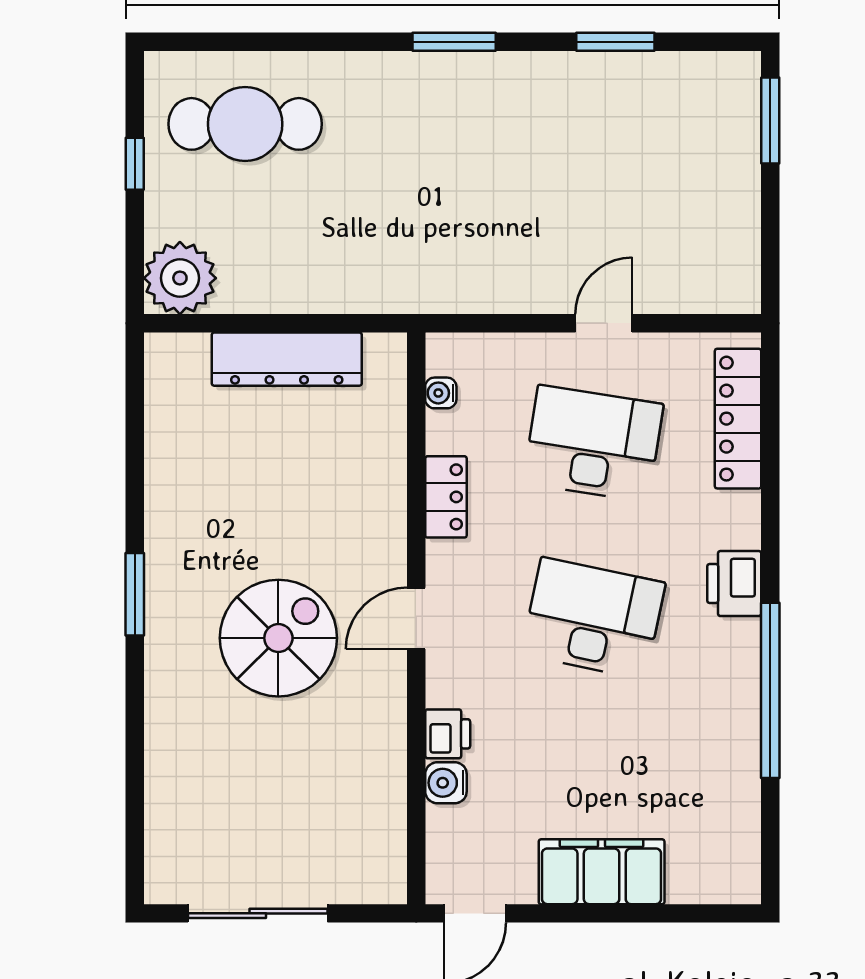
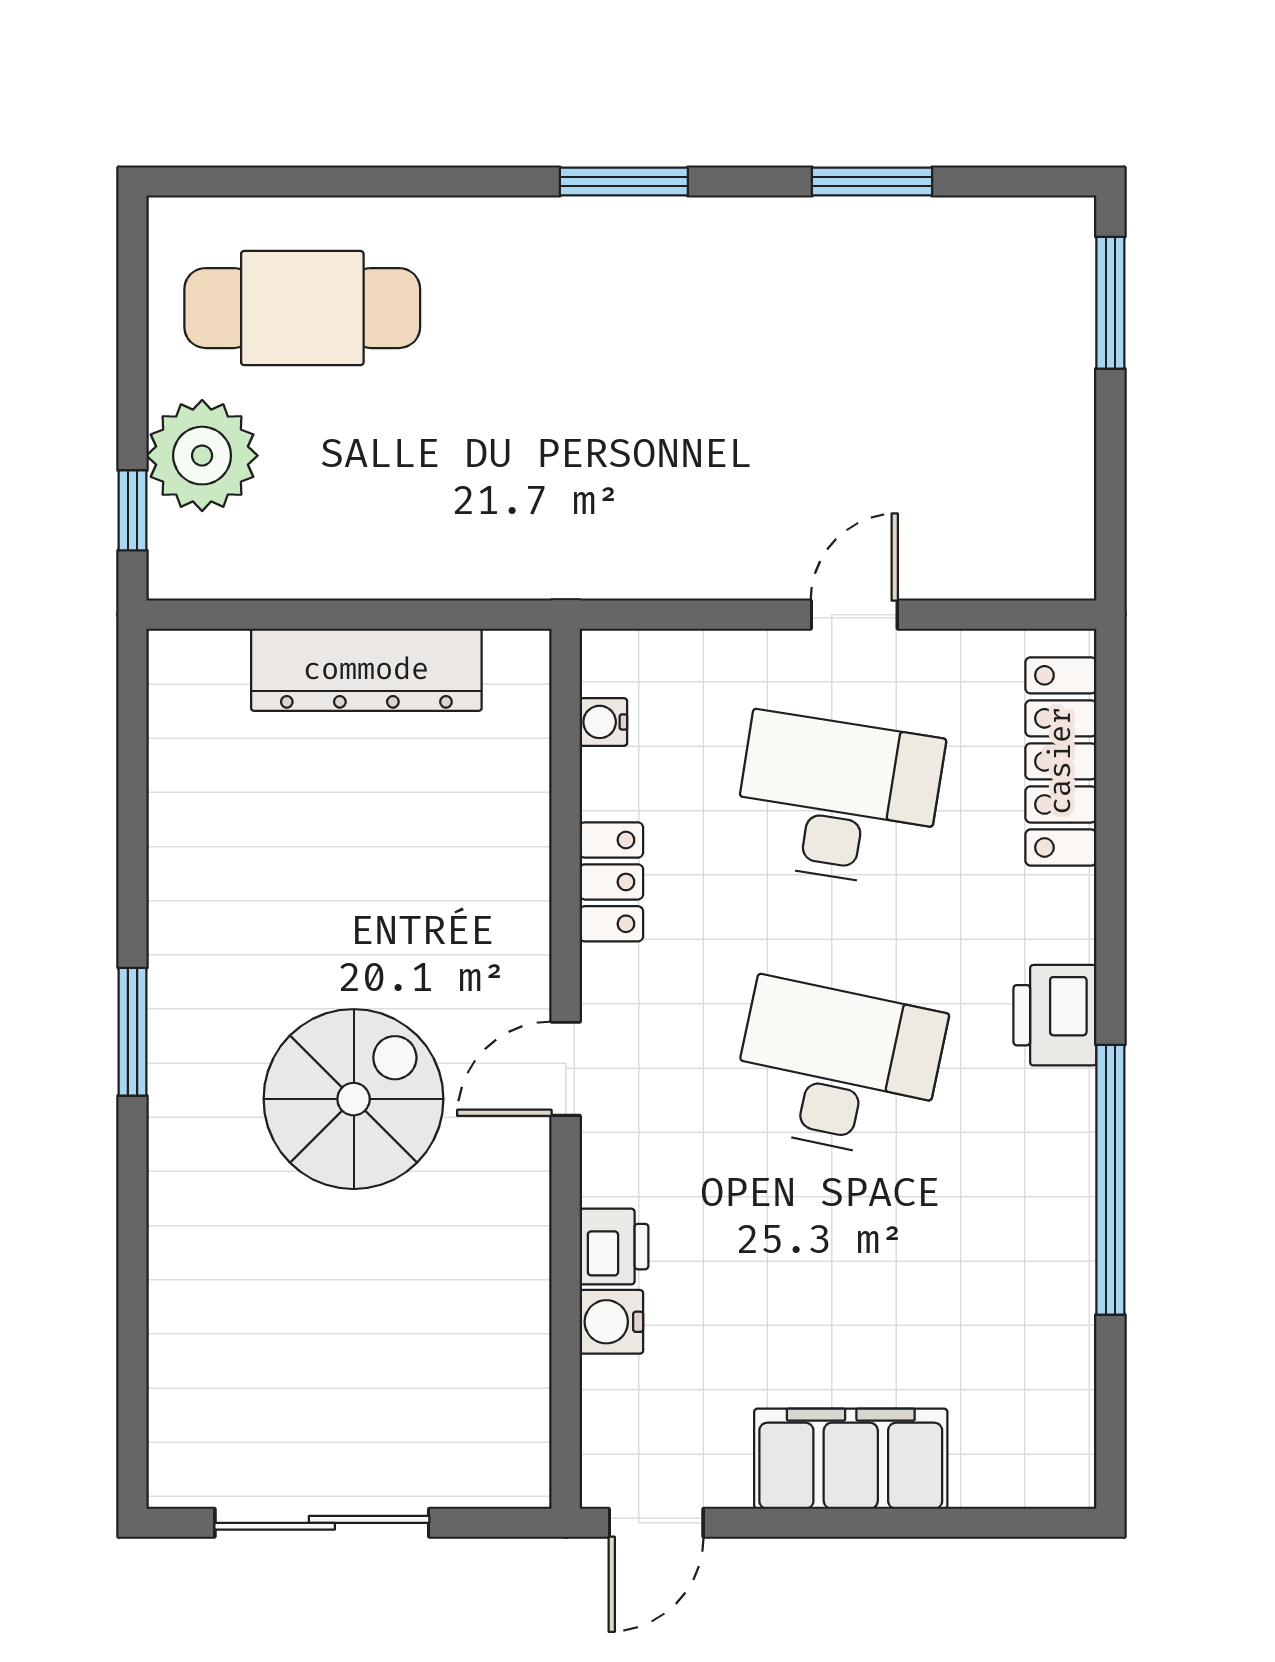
window: (135, 164) -> (132, 510), moved
plant: (180, 278) -> (202, 456), moved

